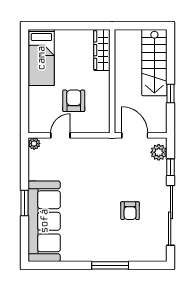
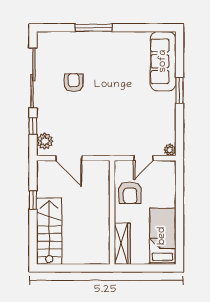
wardrobe: (102, 50) -> (122, 244), moved
wall: (112, 81) -> (112, 212), moved
sofa: (44, 221) -> (163, 61), width x0.74, depth x0.79

